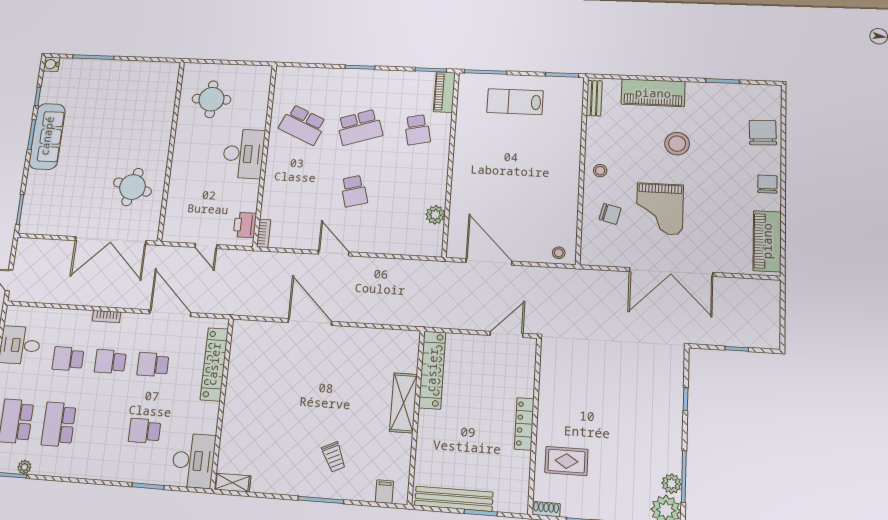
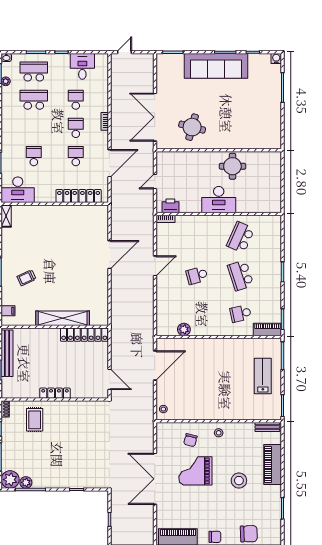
round table: (211, 99) -> (232, 166), moved
sofa: (47, 136) -> (216, 66), width x1.36, depth x1.27
shelving: (404, 403) -> (63, 318), width x1.47

